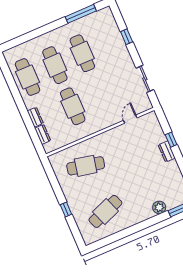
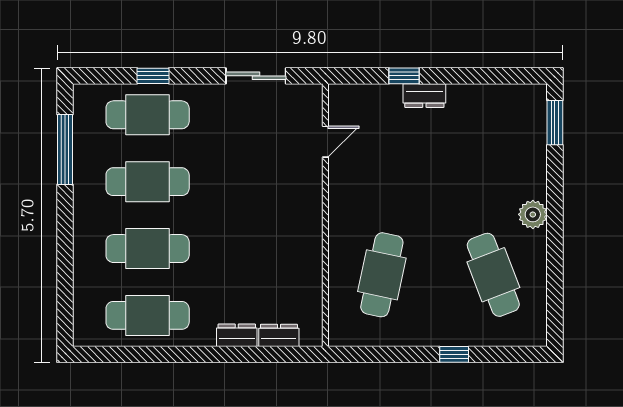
cafe table: (73, 106) -> (148, 115), moved
door: (130, 119) -> (325, 142), swing flipped
plant: (159, 207) -> (533, 214), moved

